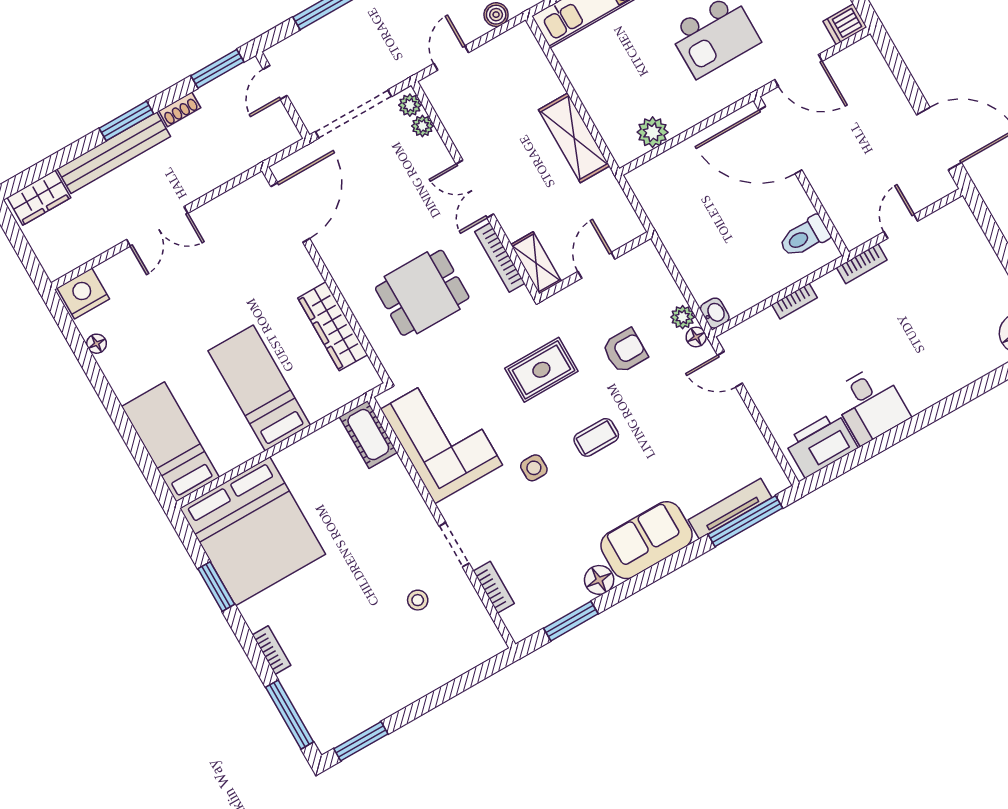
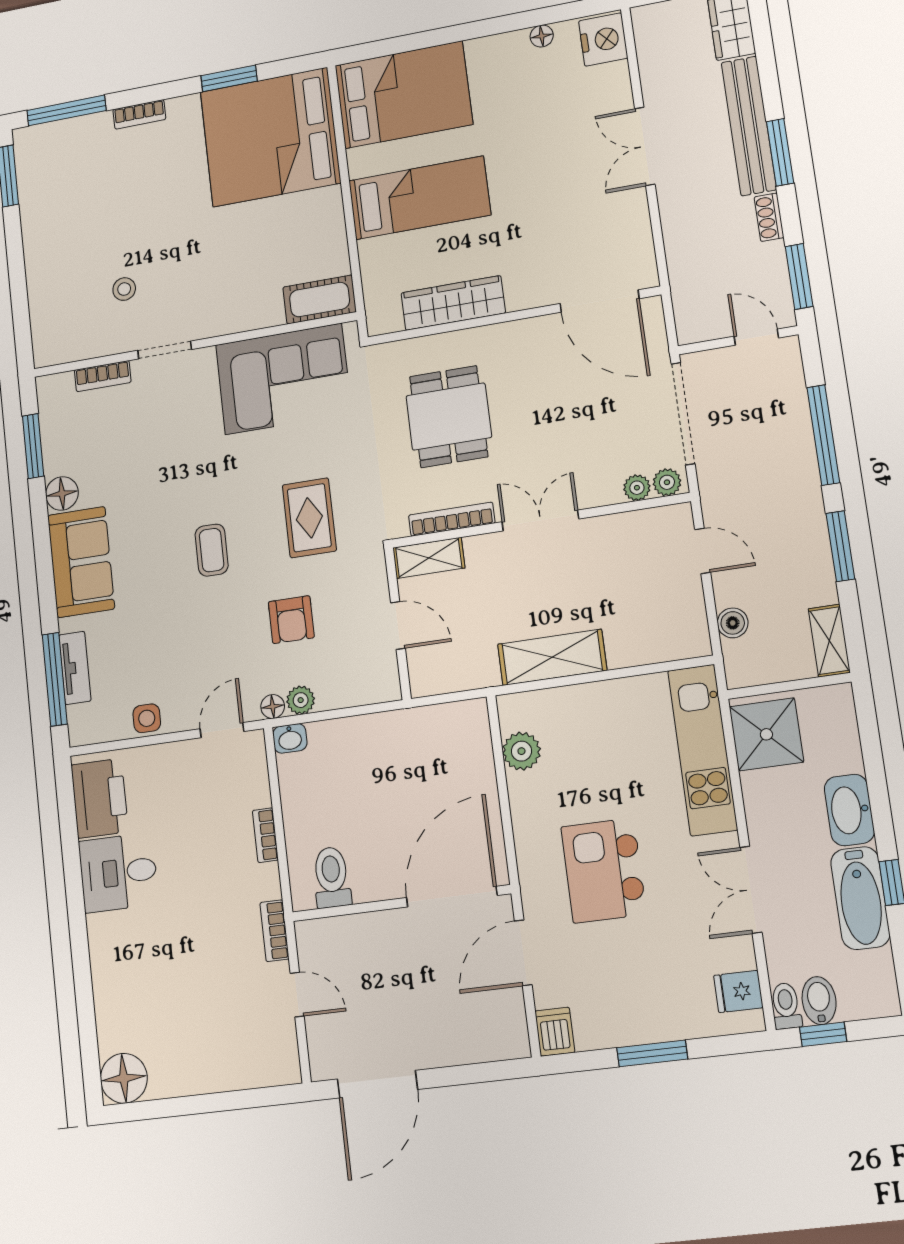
bed: (170, 442) -> (404, 95), width x1.50
side table: (534, 468) -> (147, 718), moved
tv unit: (730, 509) -> (75, 668), width x0.71

